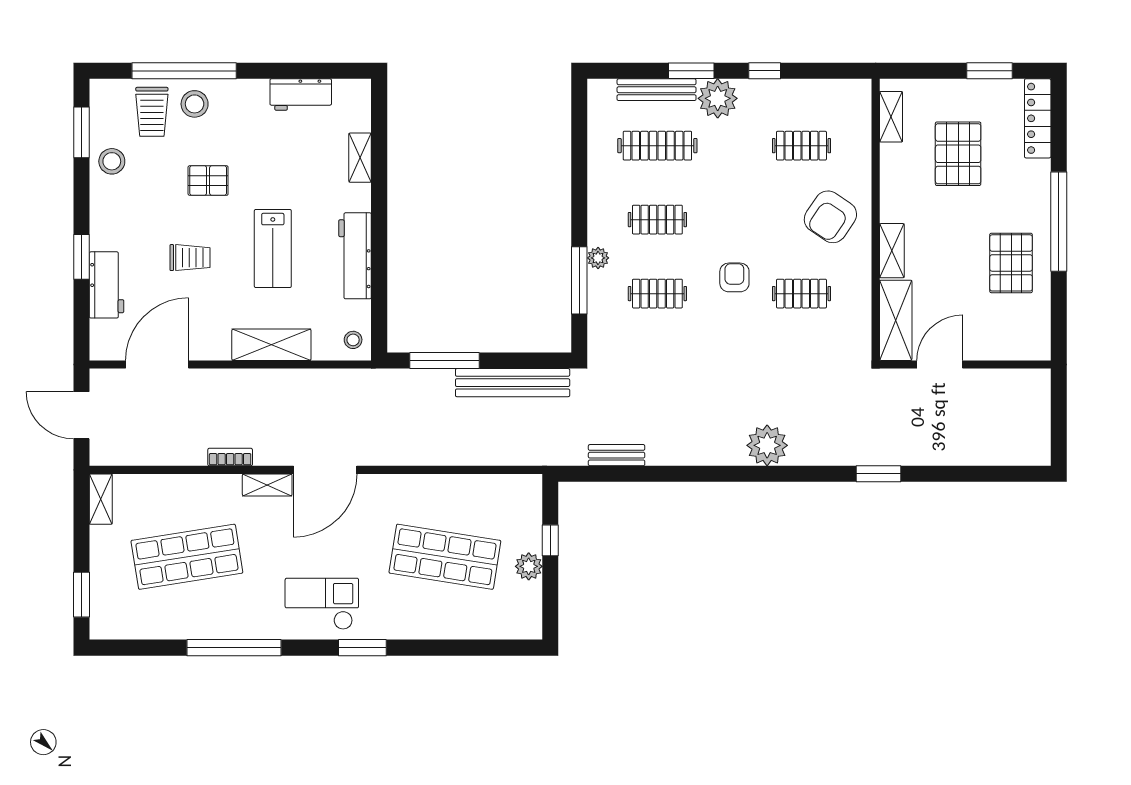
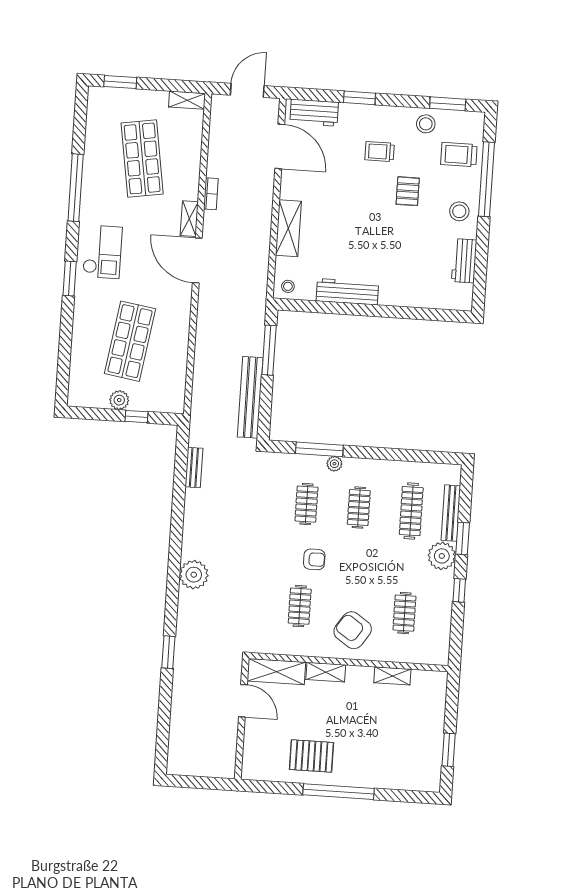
stool: (195, 104) -> (459, 211), moved
shelving: (891, 117) -> (392, 676), moved
locker: (1038, 118) -> (413, 782), removed
pallet: (958, 154) -> (391, 724), removed
shelving: (360, 158) -> (417, 300), removed
lab bench: (273, 249) -> (356, 234), removed
trolley: (190, 258) -> (380, 152), moved, turned 90
workbench: (107, 285) -> (314, 113), moved

